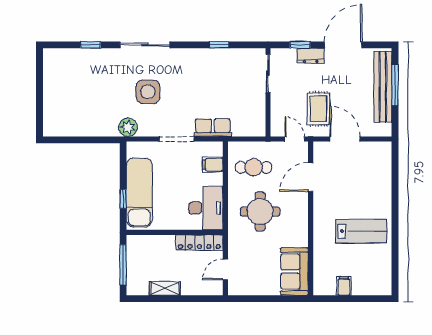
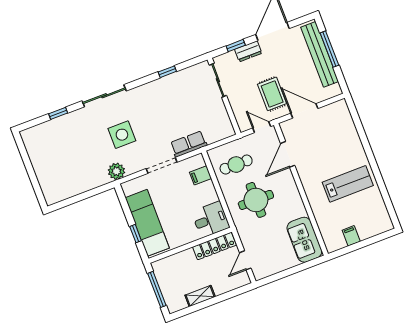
desk: (206, 208) -> (211, 220), width x0.73

